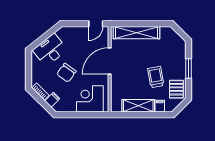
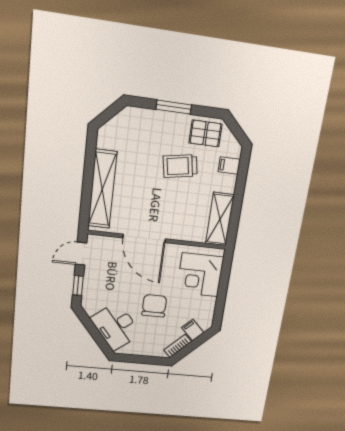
window: (75, 24) -> (78, 285), added
door: (96, 24) -> (81, 254), swing flipped
chair: (66, 73) -> (154, 306), turned -126
shelving: (138, 106) -> (220, 219), moved

